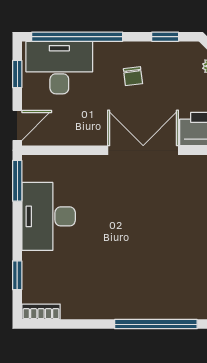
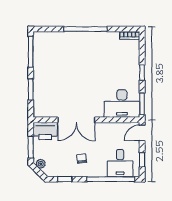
desk: (59, 68) -> (120, 163), width x0.73
desk: (49, 216) -> (122, 103), moved, turned 90
window: (17, 275) -> (142, 73), moved
window: (156, 324) -> (85, 29), moved

